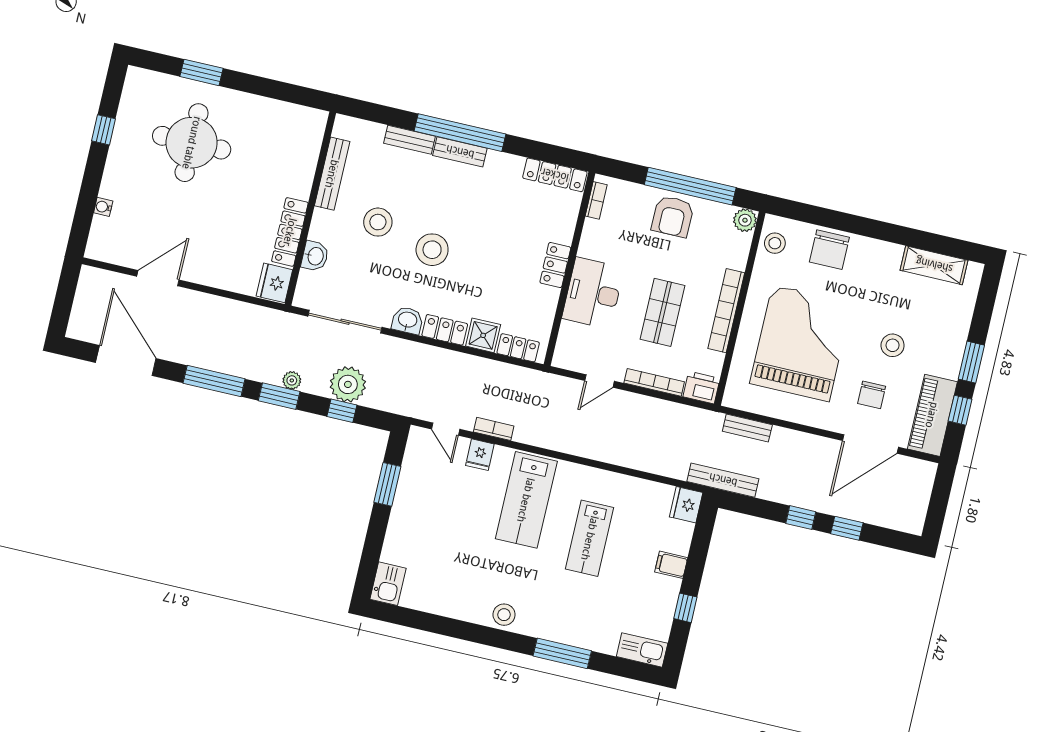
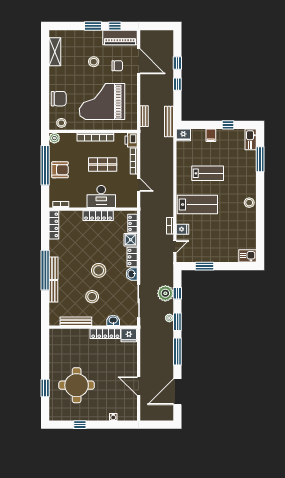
locker: (555, 265) -> (98, 216), width x1.53
window: (562, 653) -> (260, 159), moved

